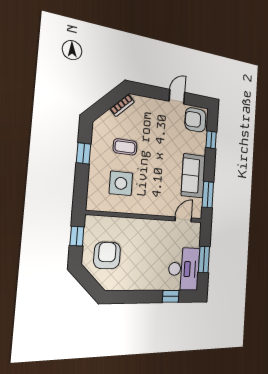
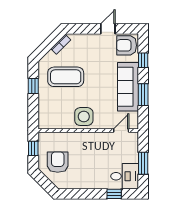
coffee table: (125, 147) -> (66, 77), width x1.86, depth x1.72
sofa: (193, 176) -> (128, 87), width x1.36
side table: (121, 183) -> (84, 117), moved
window: (208, 195) -> (143, 95), moved
desk: (184, 269) -> (125, 176), width x0.73

